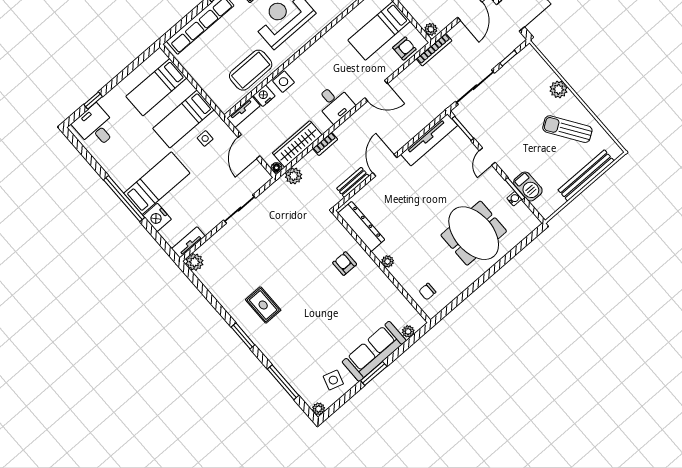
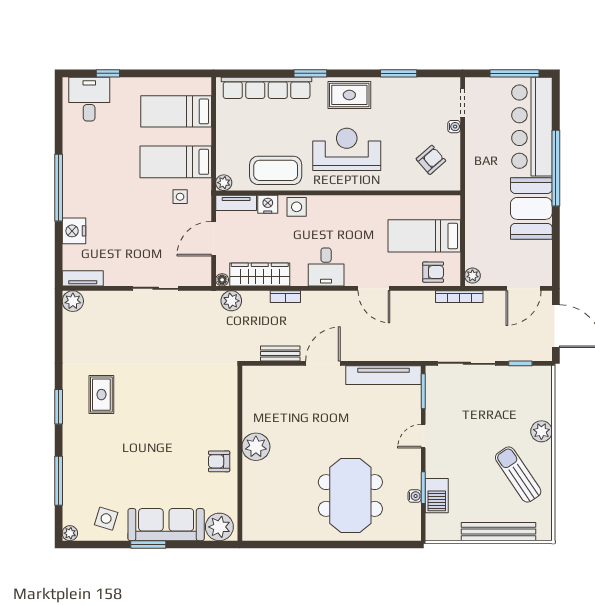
plant: (225, 106) -> (224, 183), added
bed: (157, 183) -> (101, 199), removed
dresser: (361, 226) -> (253, 400), removed
plant: (388, 261) -> (256, 447), width x1.88, depth x1.88
armchair: (345, 264) -> (219, 461), moved, turned -90
chair: (427, 292) -> (262, 512), removed
plant: (408, 331) -> (219, 527), width x1.88, depth x1.88

